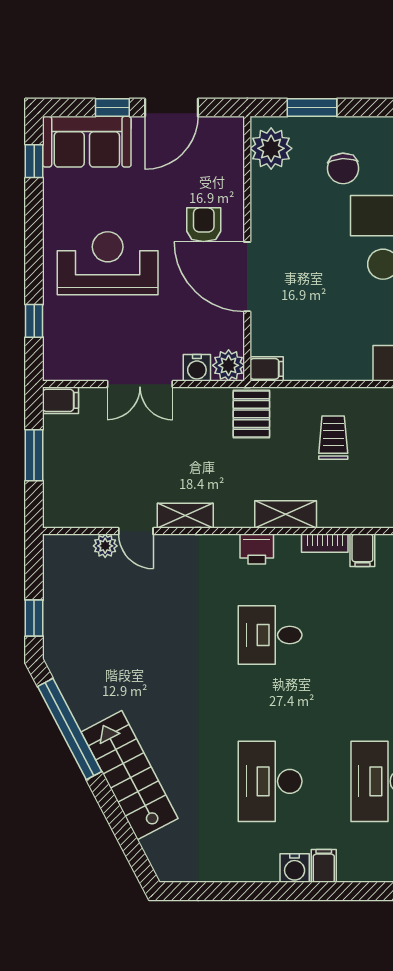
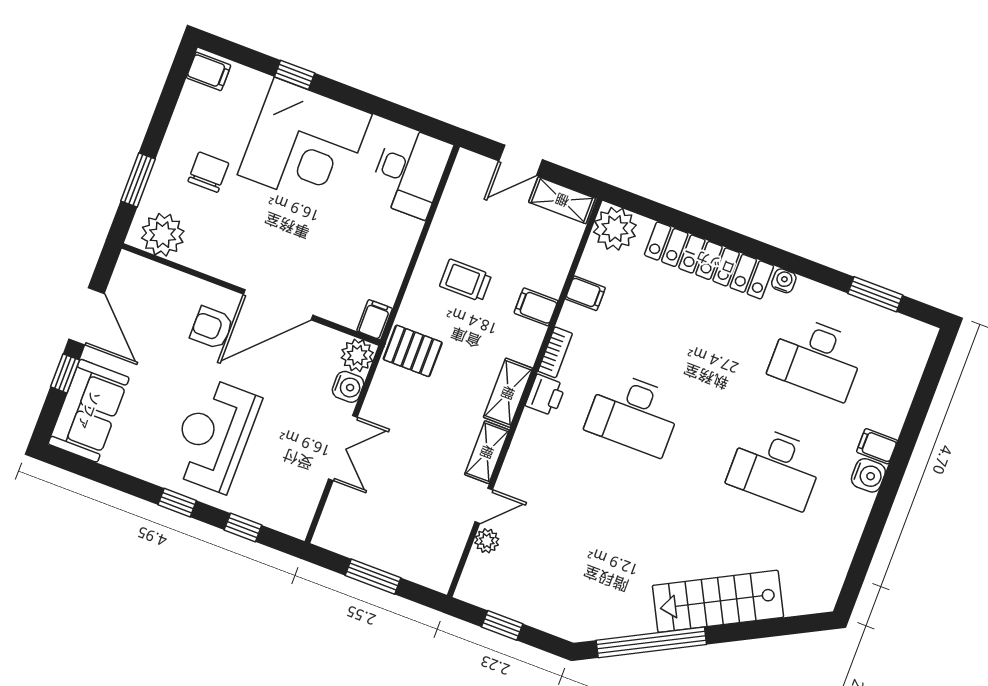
window: (34, 161) -> (177, 503), moved
chair: (343, 168) -> (208, 172), turned -87
filing cabinet: (61, 400) -> (536, 307), moved, turned -90
shelving: (286, 514) -> (508, 393), moved
bookcase: (325, 543) -> (555, 352), moved
window: (34, 618) -> (502, 625), moved
desk: (270, 635) -> (634, 414), width x1.37

